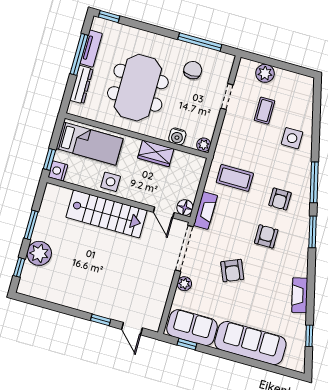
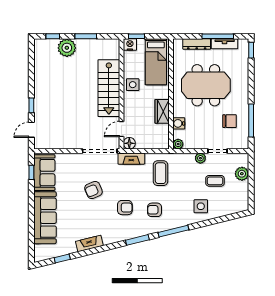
plant: (184, 284) -> (200, 158), moved

